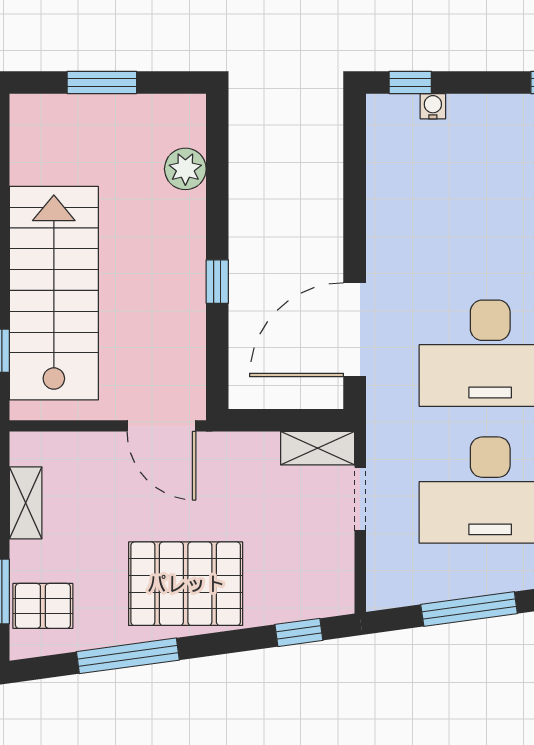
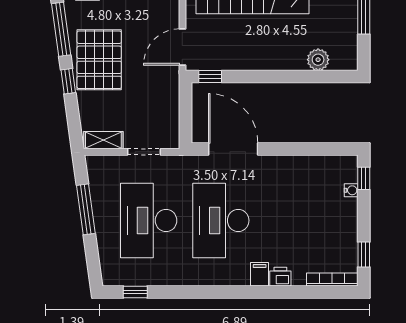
window: (217, 282) -> (210, 77), moved
shelving: (318, 448) -> (103, 140), moved, turned 90
window: (299, 632) -> (68, 81), moved

